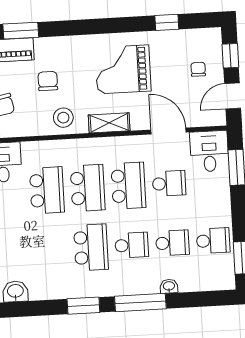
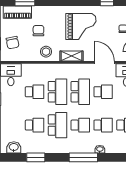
grand piano: (123, 69) -> (81, 27), turned 180
school desk: (47, 190) -> (35, 92), width x0.54
school desk: (50, 250) -> (35, 125), added
window: (83, 306) -> (36, 157), moved

